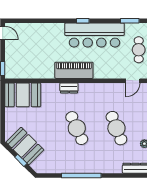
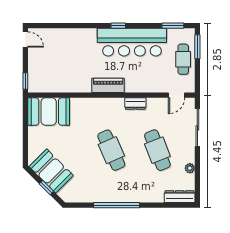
piano: (74, 70) -> (108, 85), width x0.73, depth x0.75
dresser: (69, 88) -> (135, 104), moved

